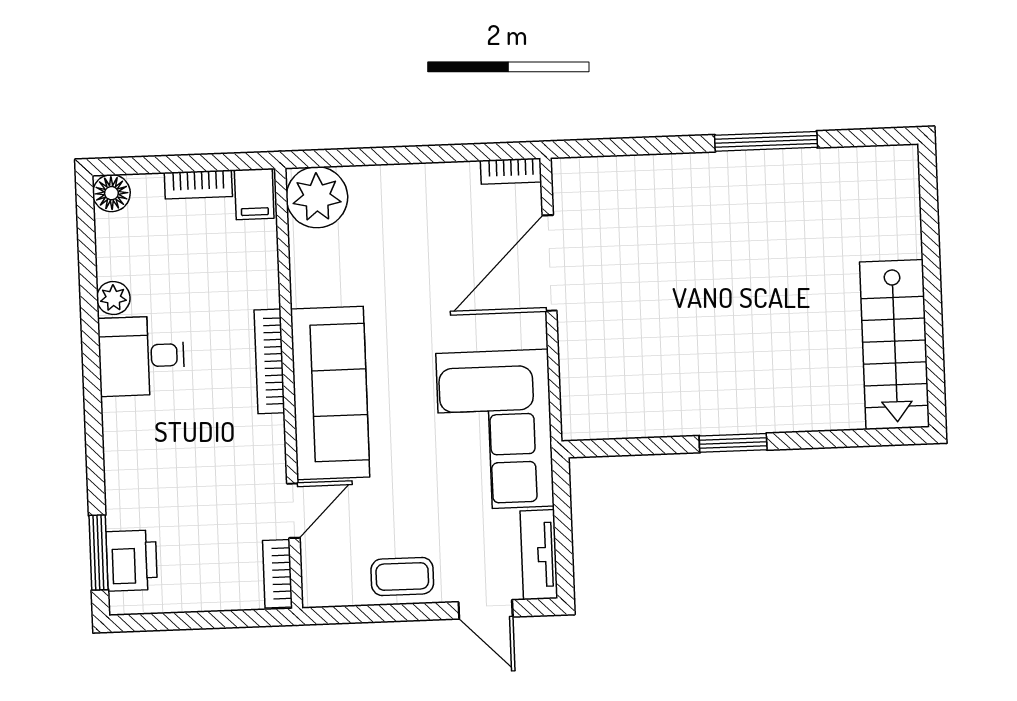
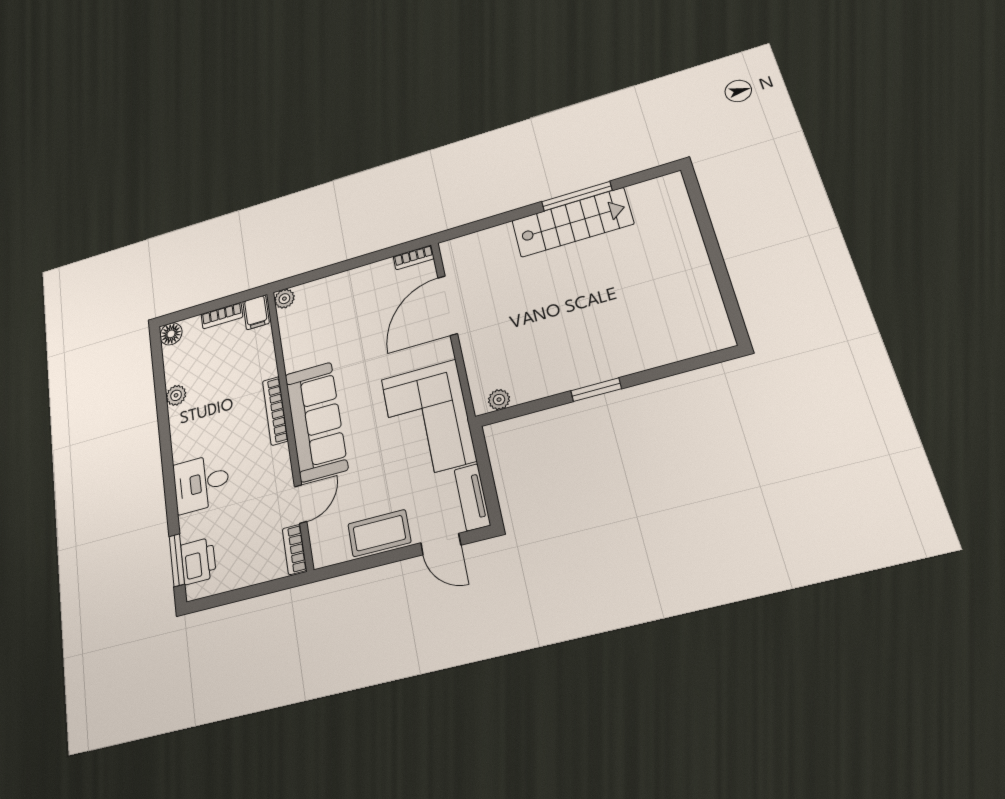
plant: (317, 197) -> (284, 299), width x0.53, depth x0.53
stairs: (895, 345) -> (572, 222), moved, turned -90
desk: (141, 356) -> (201, 483), moved
plant: (599, 425) -> (499, 400), added
coffee table: (402, 576) -> (379, 533), width x1.36, depth x1.30

